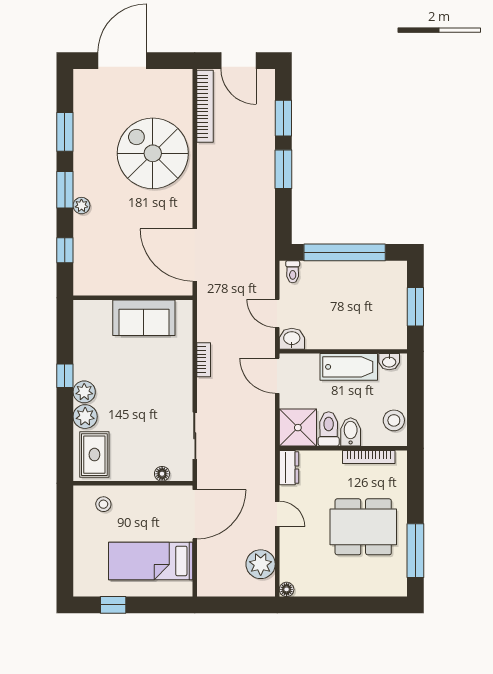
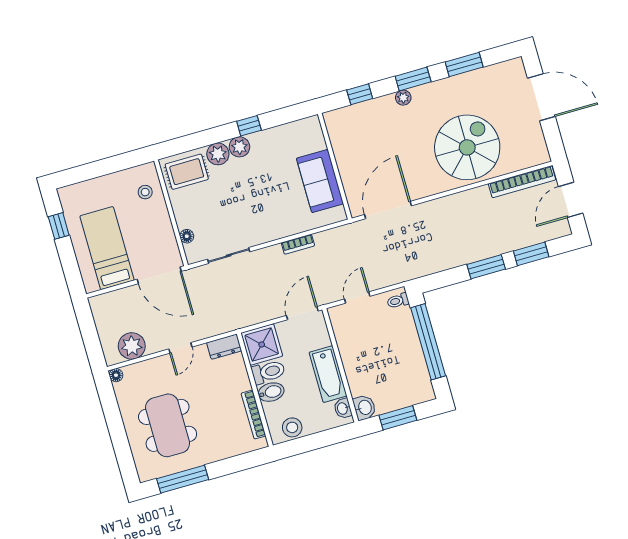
washbasin: (292, 339) -> (364, 408), moved
dining table: (363, 527) -> (168, 425), moved

